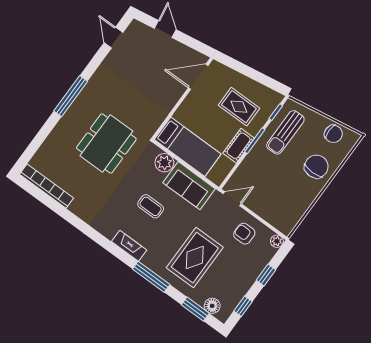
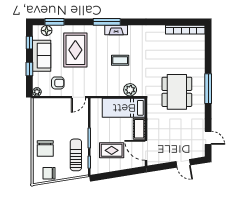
door: (198, 77) -> (146, 150), swing flipped
dining table: (106, 143) -> (177, 92), moved
cot: (239, 146) -> (139, 129), moved
sofa: (189, 186) -> (42, 56), moved, turned 90
window: (151, 277) -> (107, 22), moved

